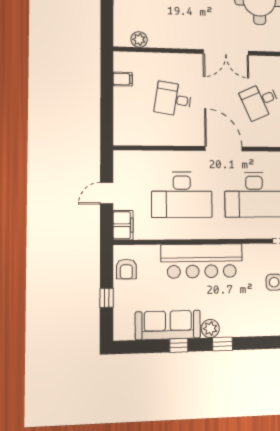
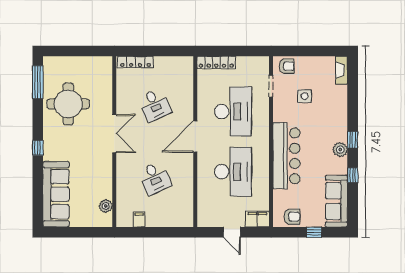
desk: (173, 99) -> (155, 178), turned -33
sofa: (168, 325) -> (336, 201), moved

